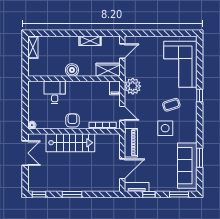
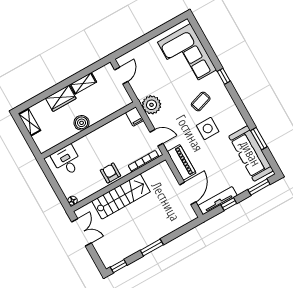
wardrobe: (108, 70) -> (61, 98), moved, turned 180
desk: (55, 92) -> (67, 161), moved
tv unit: (137, 187) -> (217, 201), width x1.41

